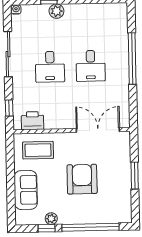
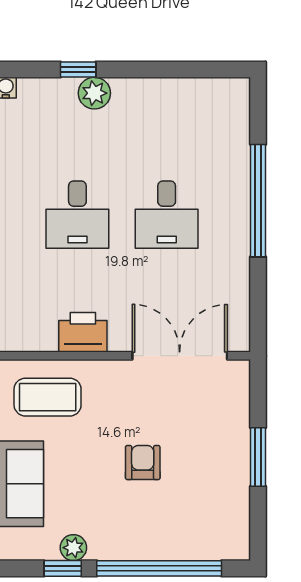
printer: (32, 121) -> (83, 332), moved
armchair: (82, 179) -> (143, 463), width x0.53, depth x0.53

